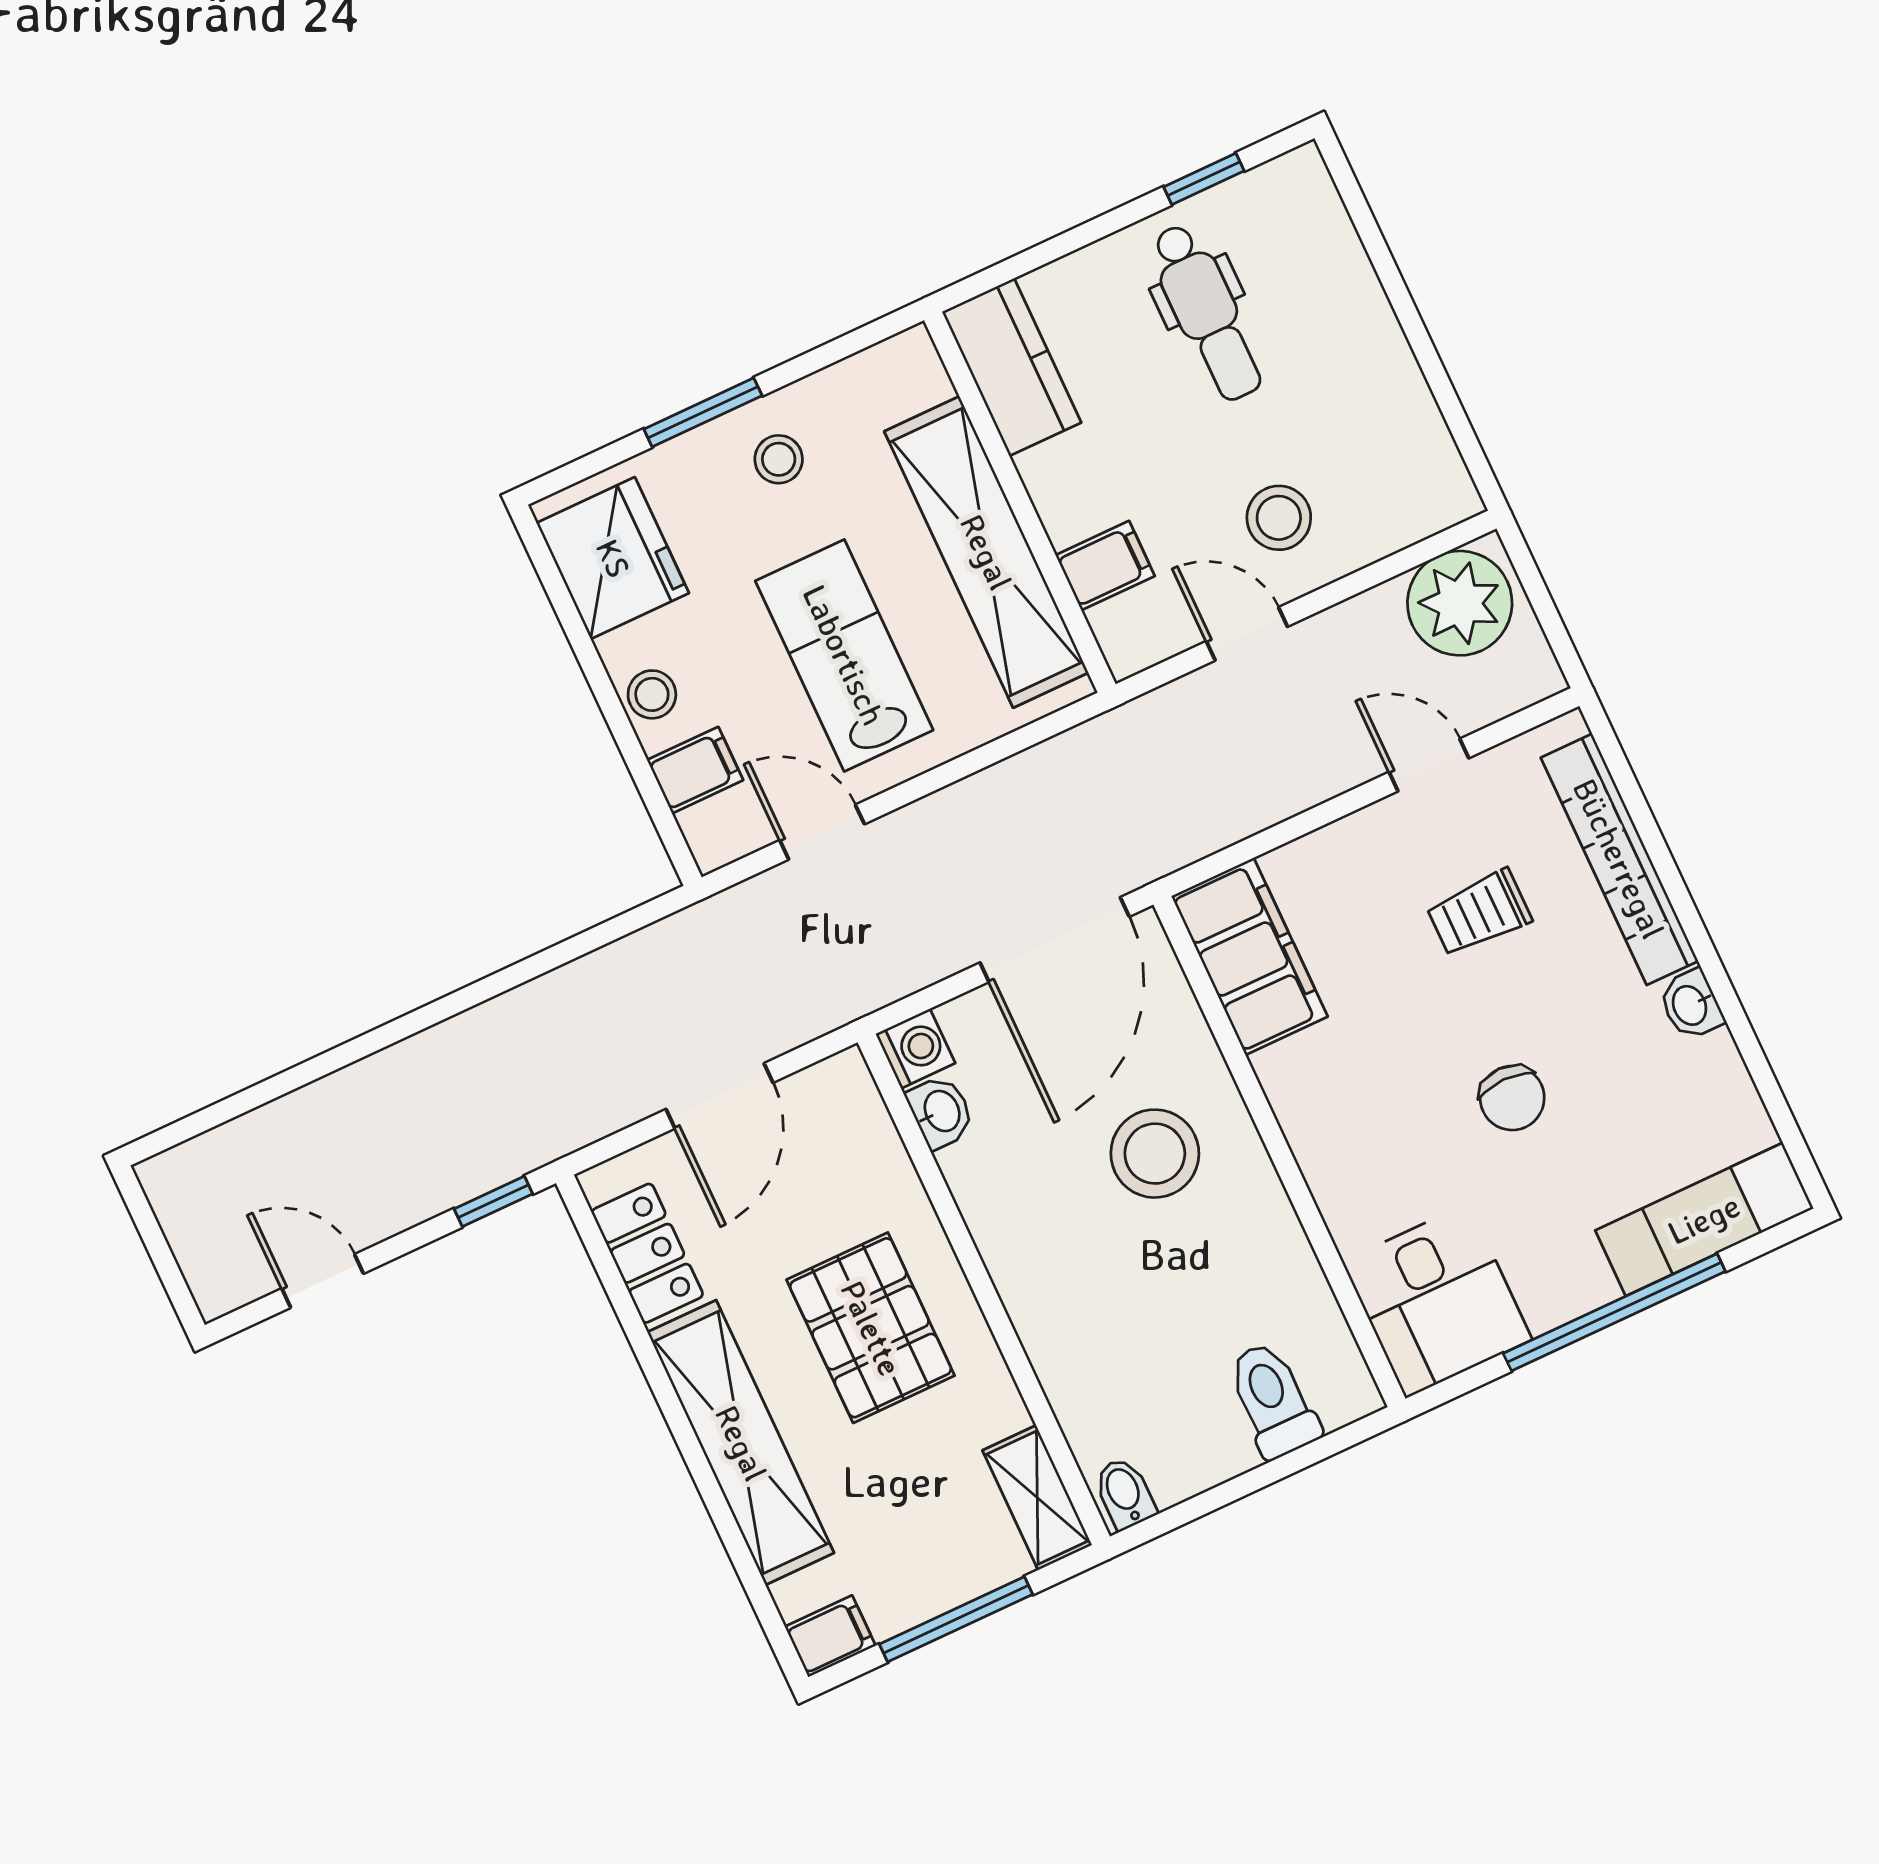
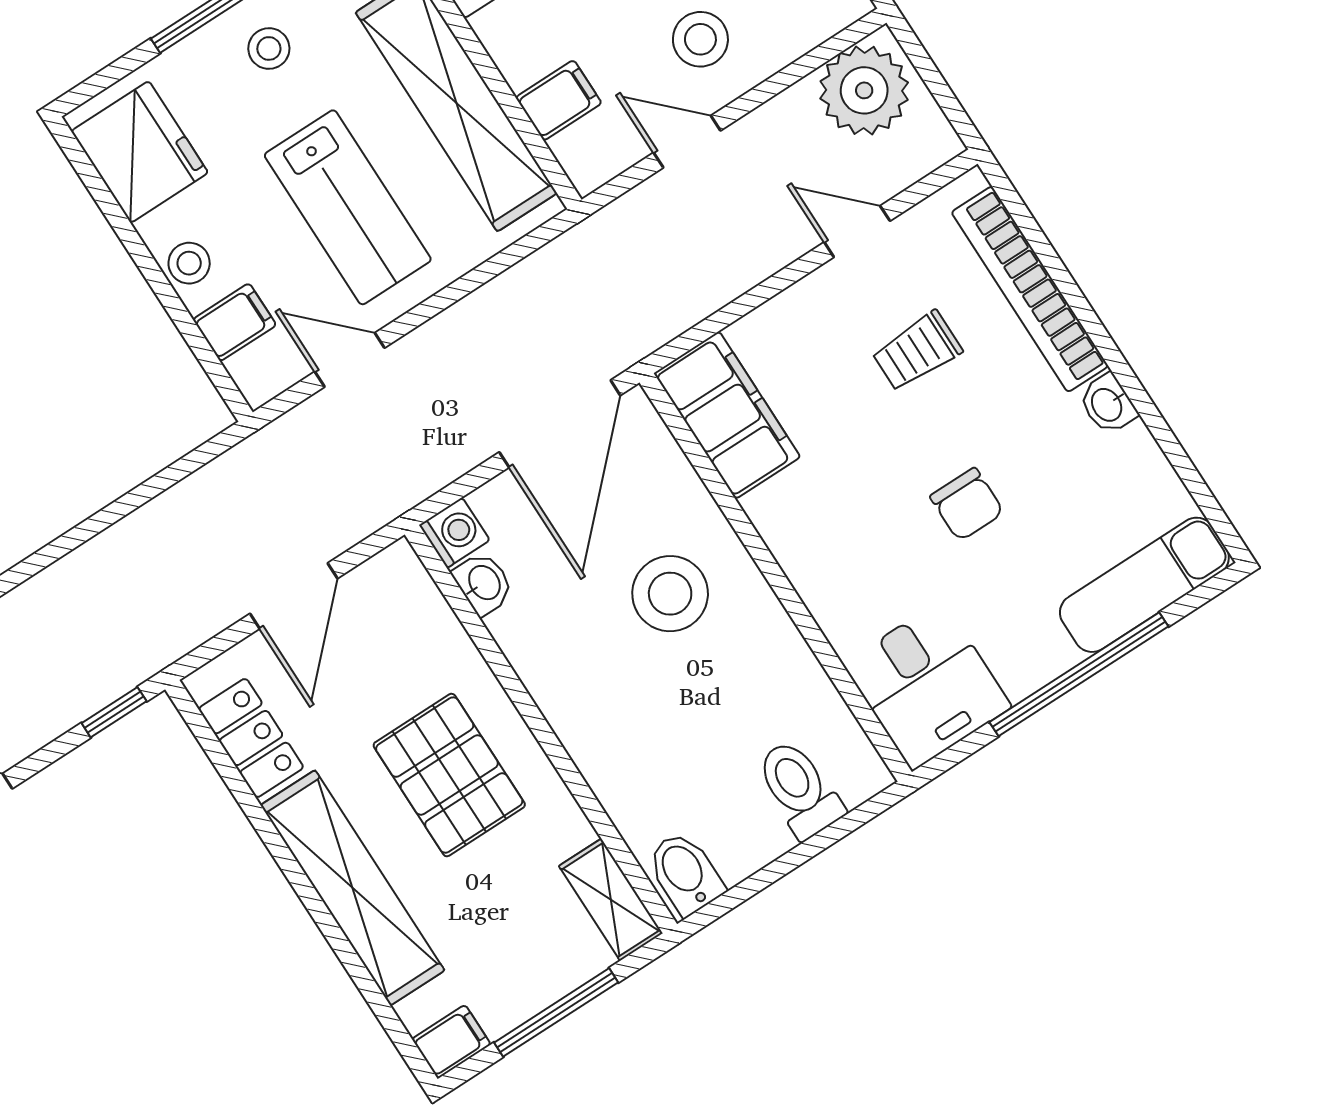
lab bench: (844, 655) -> (348, 207), turned 180
bidet: (1125, 1493) -> (685, 873), width x1.38, depth x1.36

